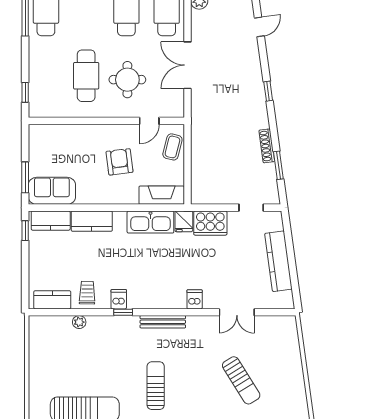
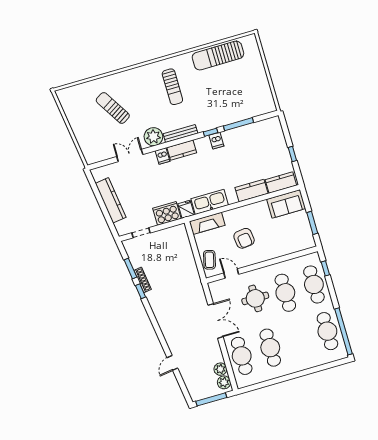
cafe table: (46, 76) -> (314, 284), added
window: (268, 91) -> (141, 291), moved
door: (149, 121) -> (231, 274), hinge flipped
window: (25, 177) -> (312, 223), moved
window: (25, 231) -> (292, 154), moved
trolley: (87, 293) -> (240, 139), removed
kitchen counter: (52, 300) -> (182, 150), moved
window: (84, 312) -> (238, 124), added
plant: (79, 322) -> (153, 137), moved, width x1.87, depth x1.87

